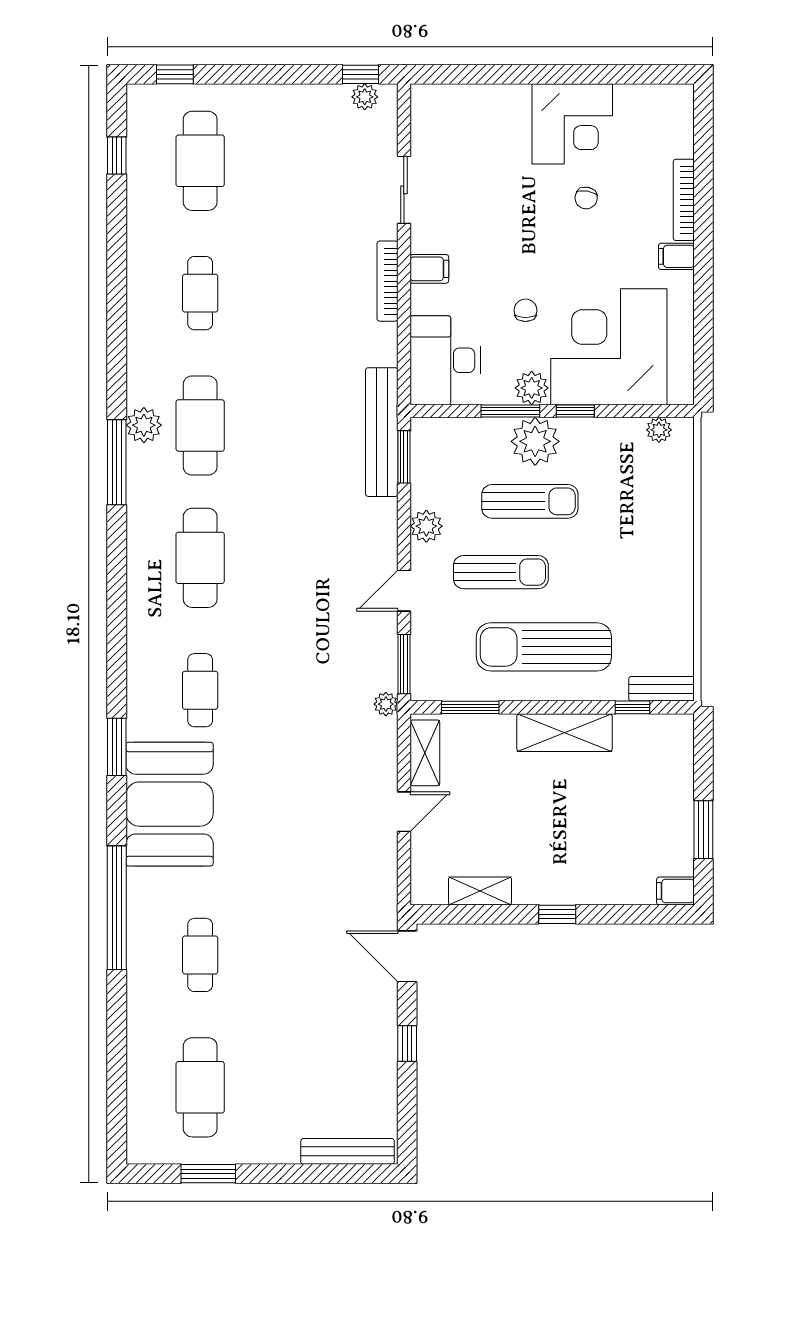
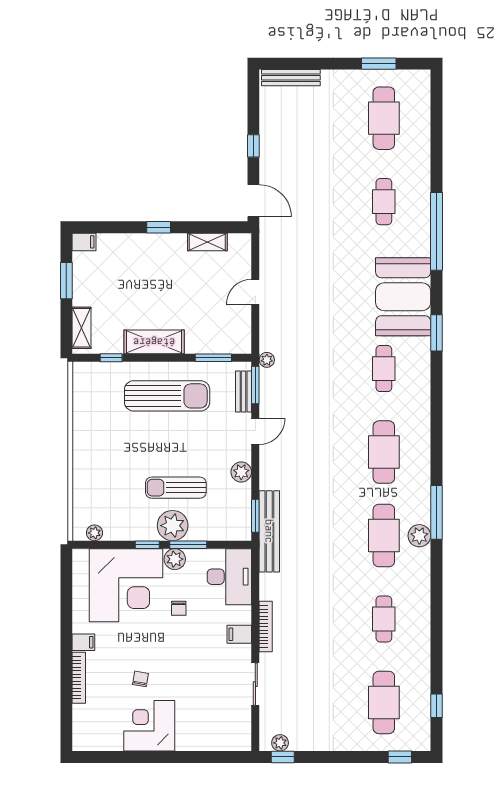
sun lounger: (501, 572) -> (194, 443), removed
bench: (662, 689) -> (244, 391), moved, turned 90
shelving: (425, 753) -> (82, 328), moved

